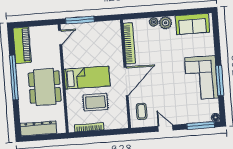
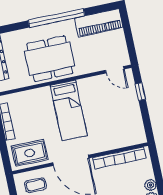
window: (80, 20) -> (140, 92), width x0.46
rug: (95, 102) -> (30, 153), moved, turned 90

